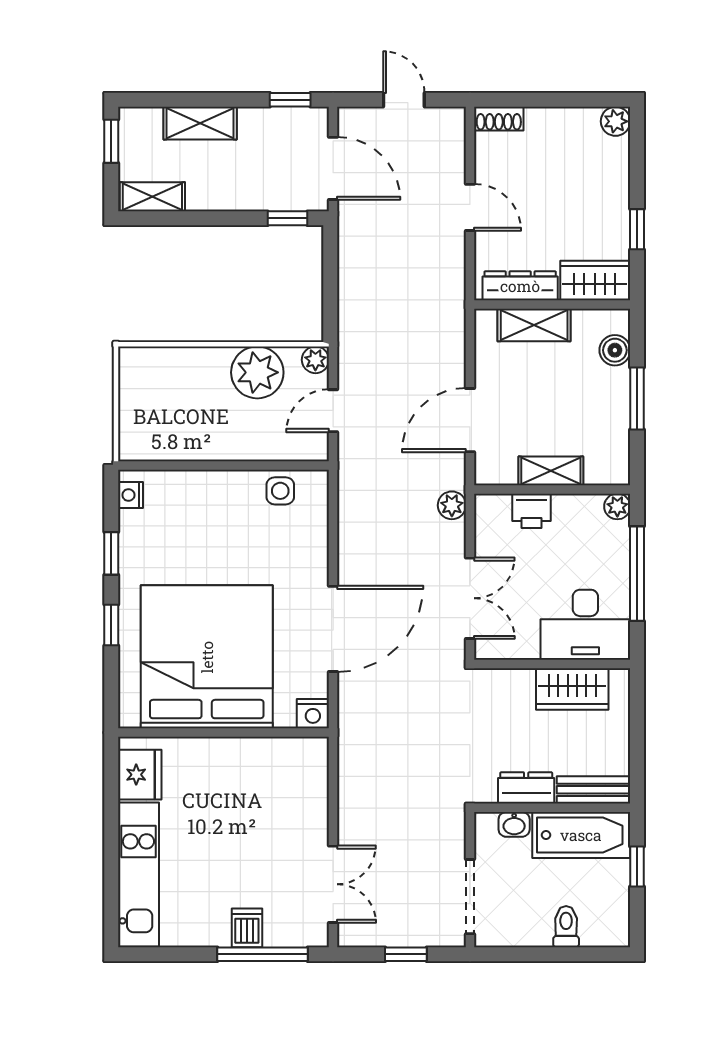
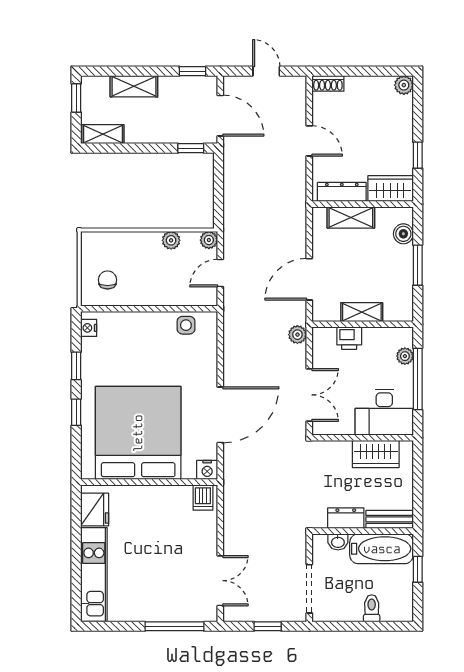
plant: (257, 372) -> (171, 240), width x0.53, depth x0.53
chair: (159, 421) -> (108, 280), added
plant: (617, 506) -> (405, 356), moved
dishwasher: (247, 928) -> (203, 498), moved, turned 180

